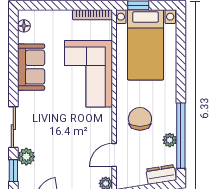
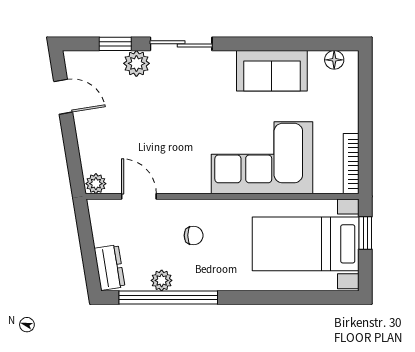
chair: (140, 119) -> (194, 235), width x0.54, depth x0.54

